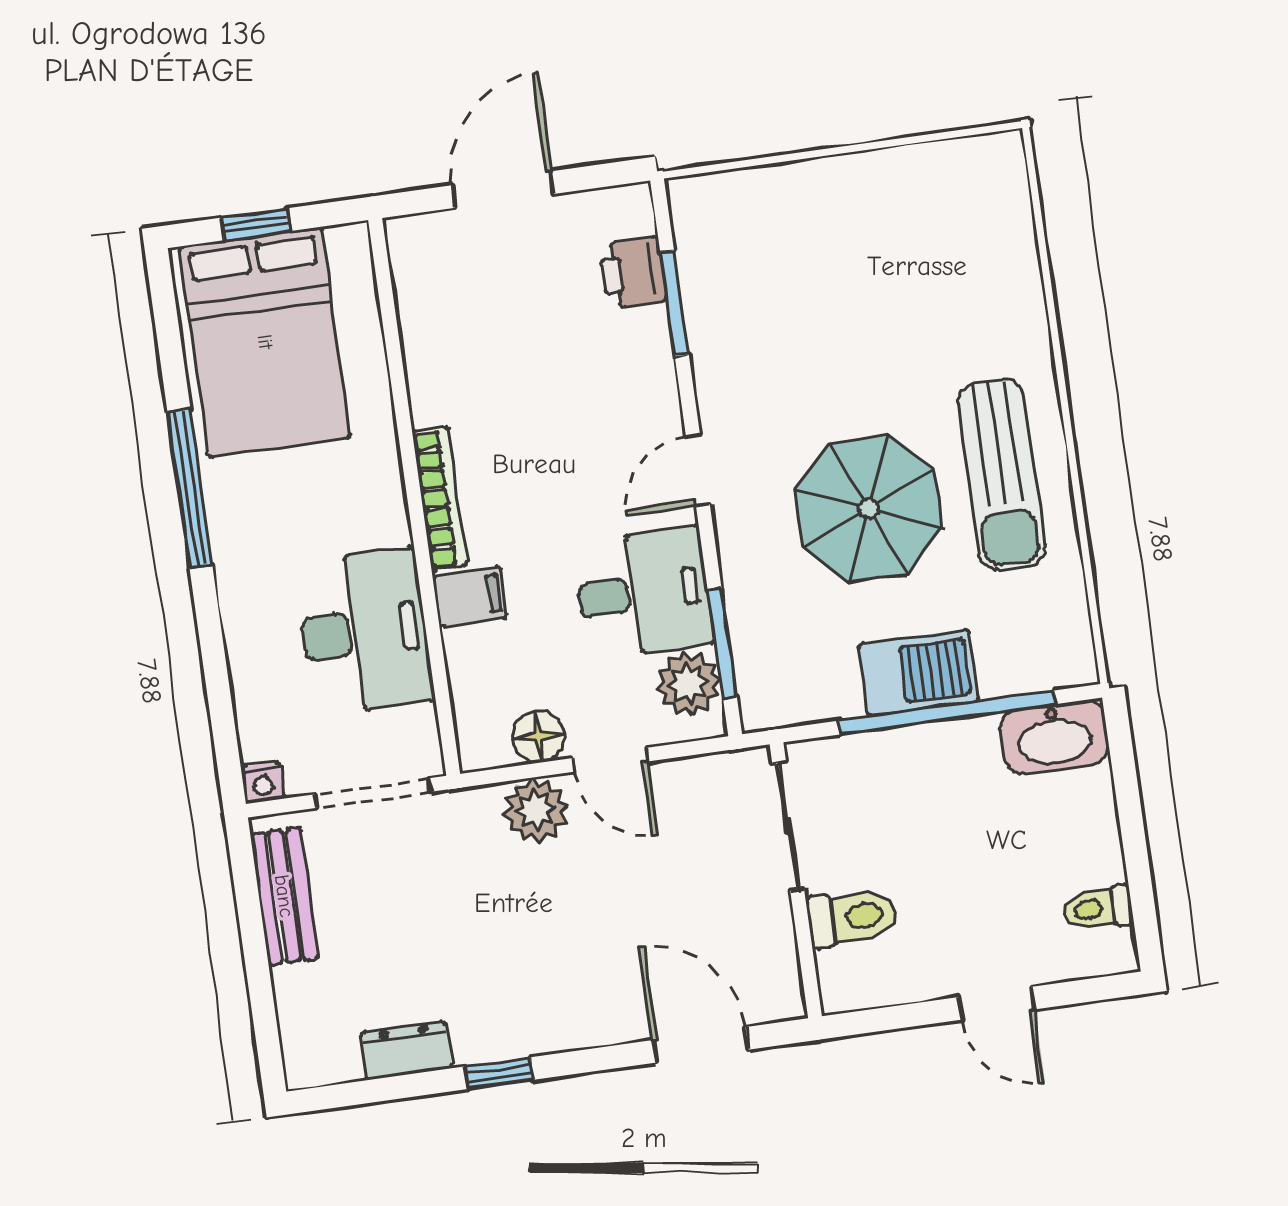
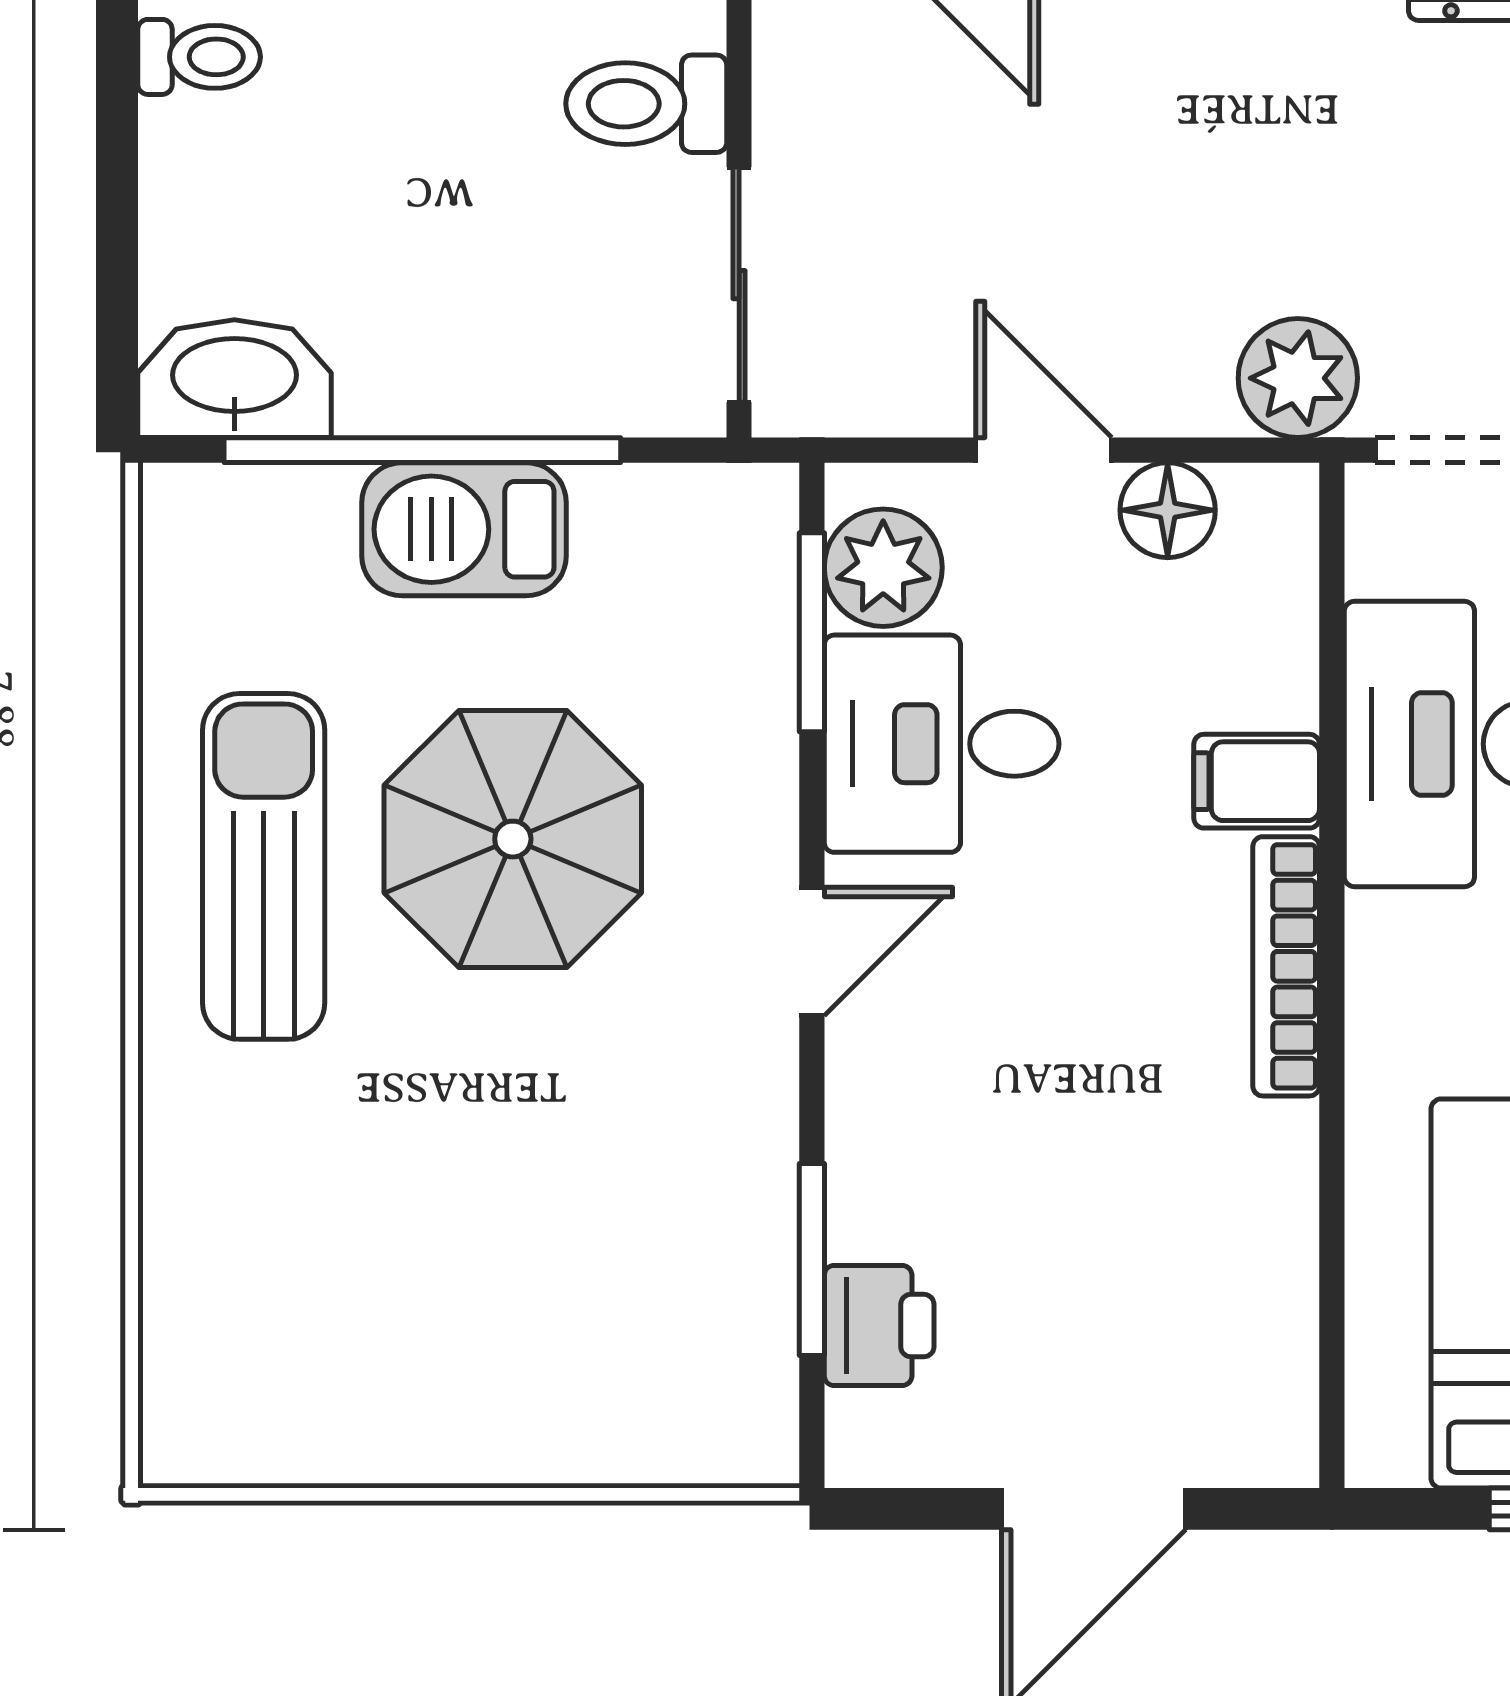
plant: (536, 810) -> (1298, 378), moved

